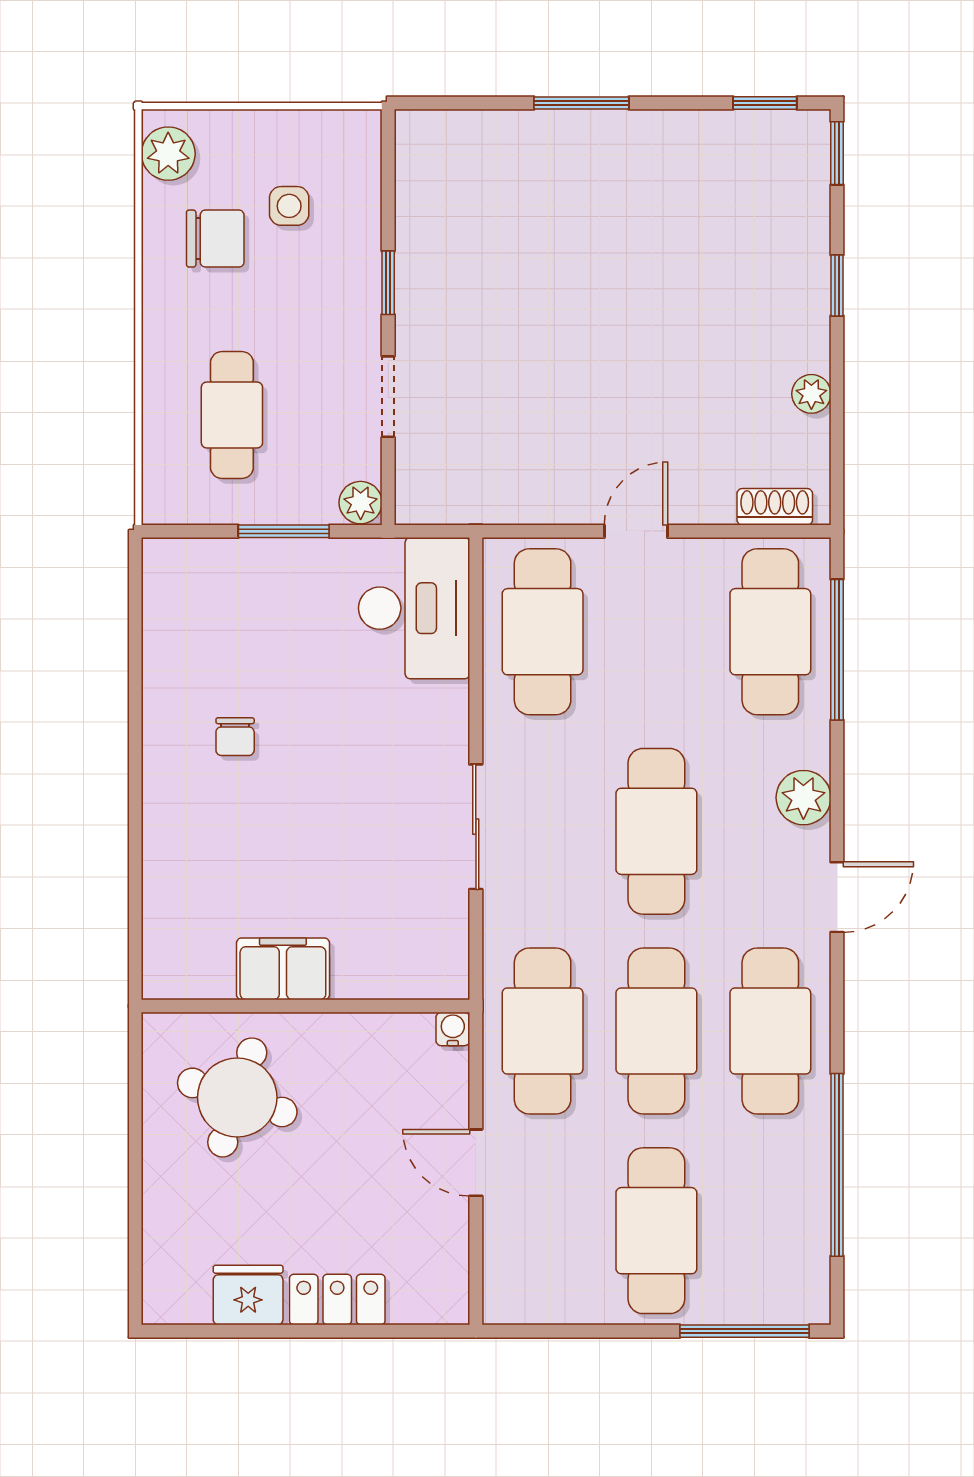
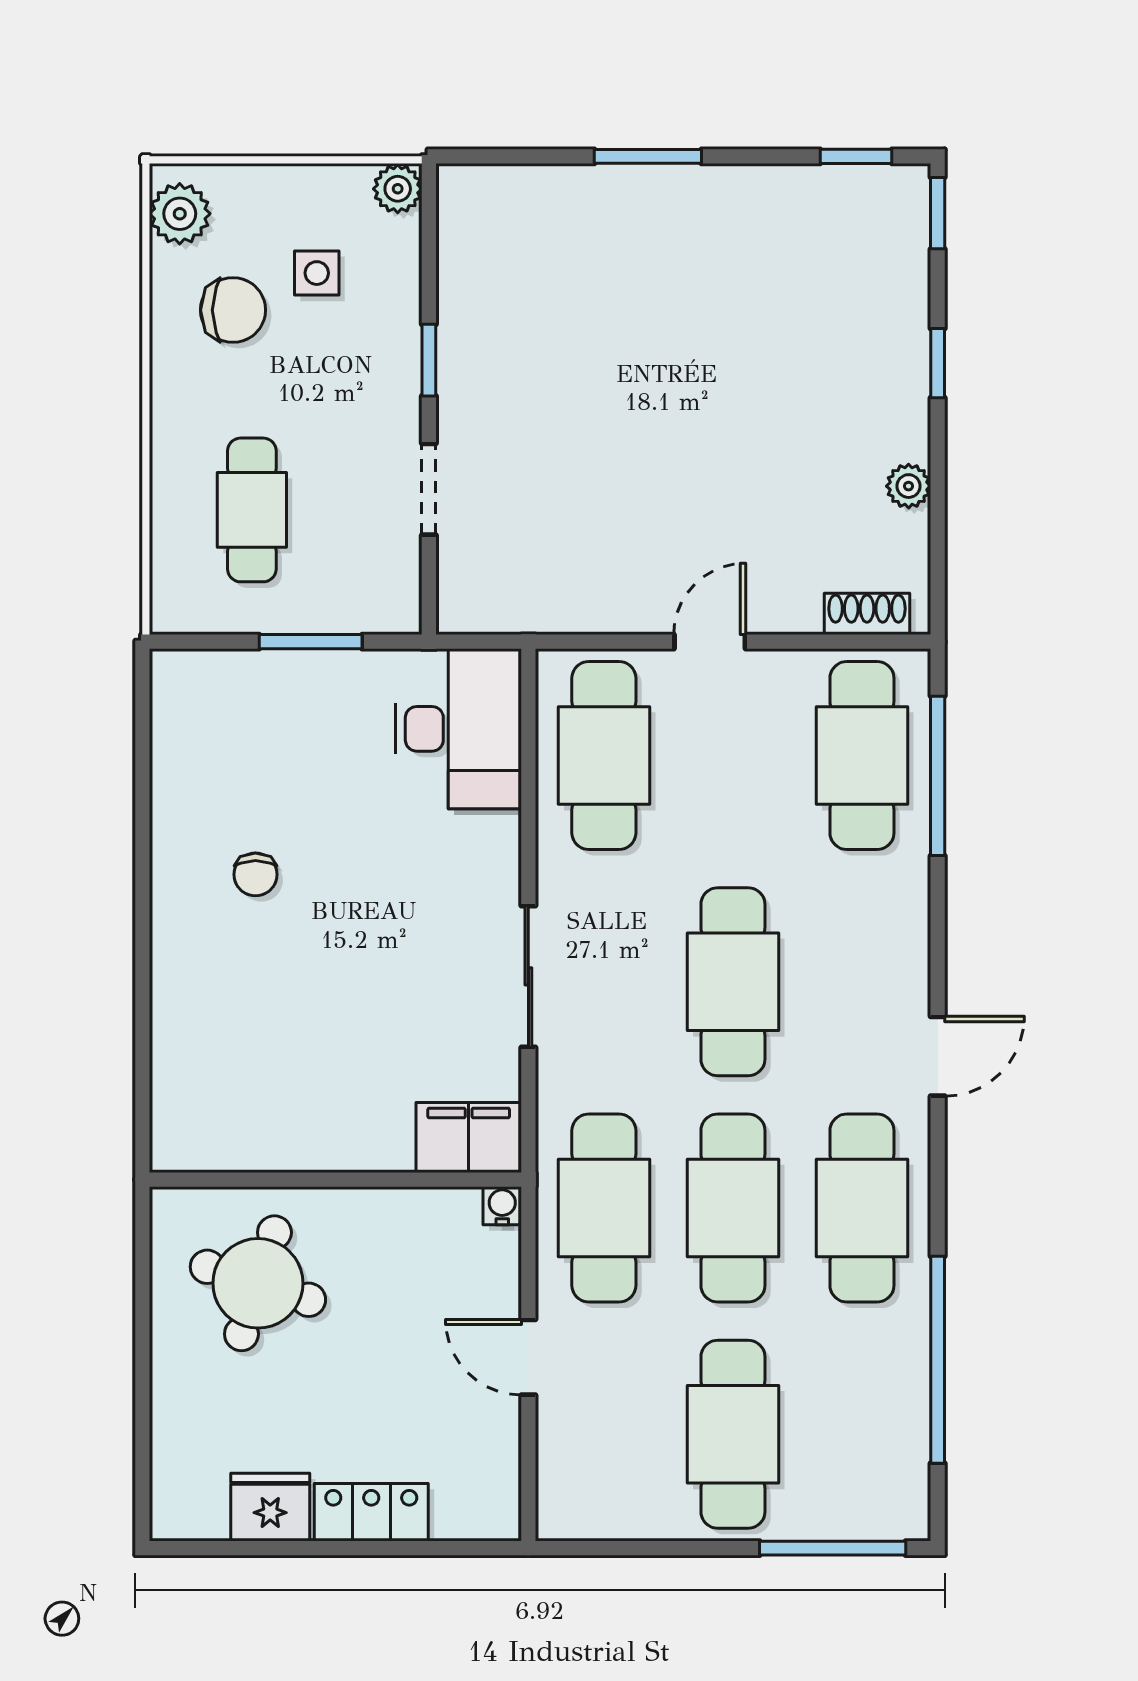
plant: (361, 503) -> (398, 189), moved
plant: (803, 798) -> (900, 943), removed
filing cabinet: (283, 969) -> (469, 1138), moved

